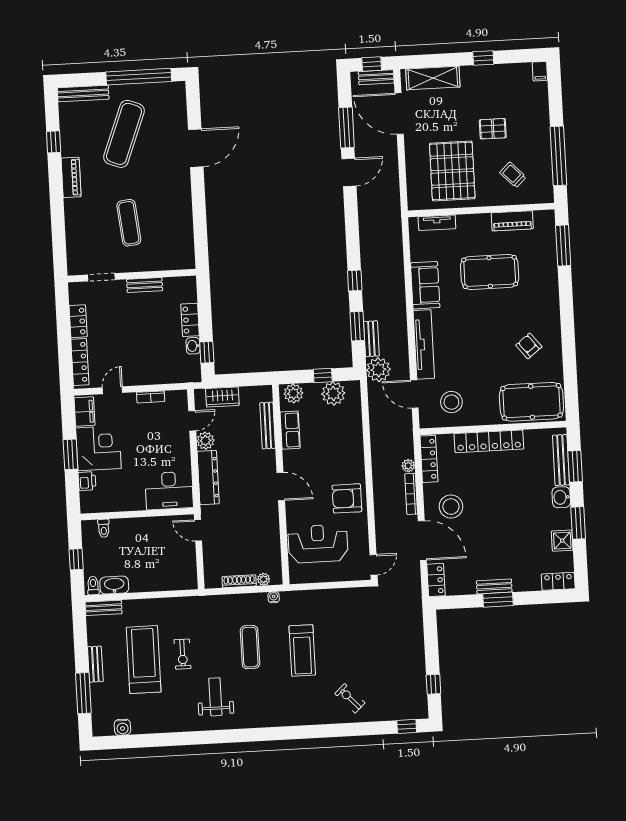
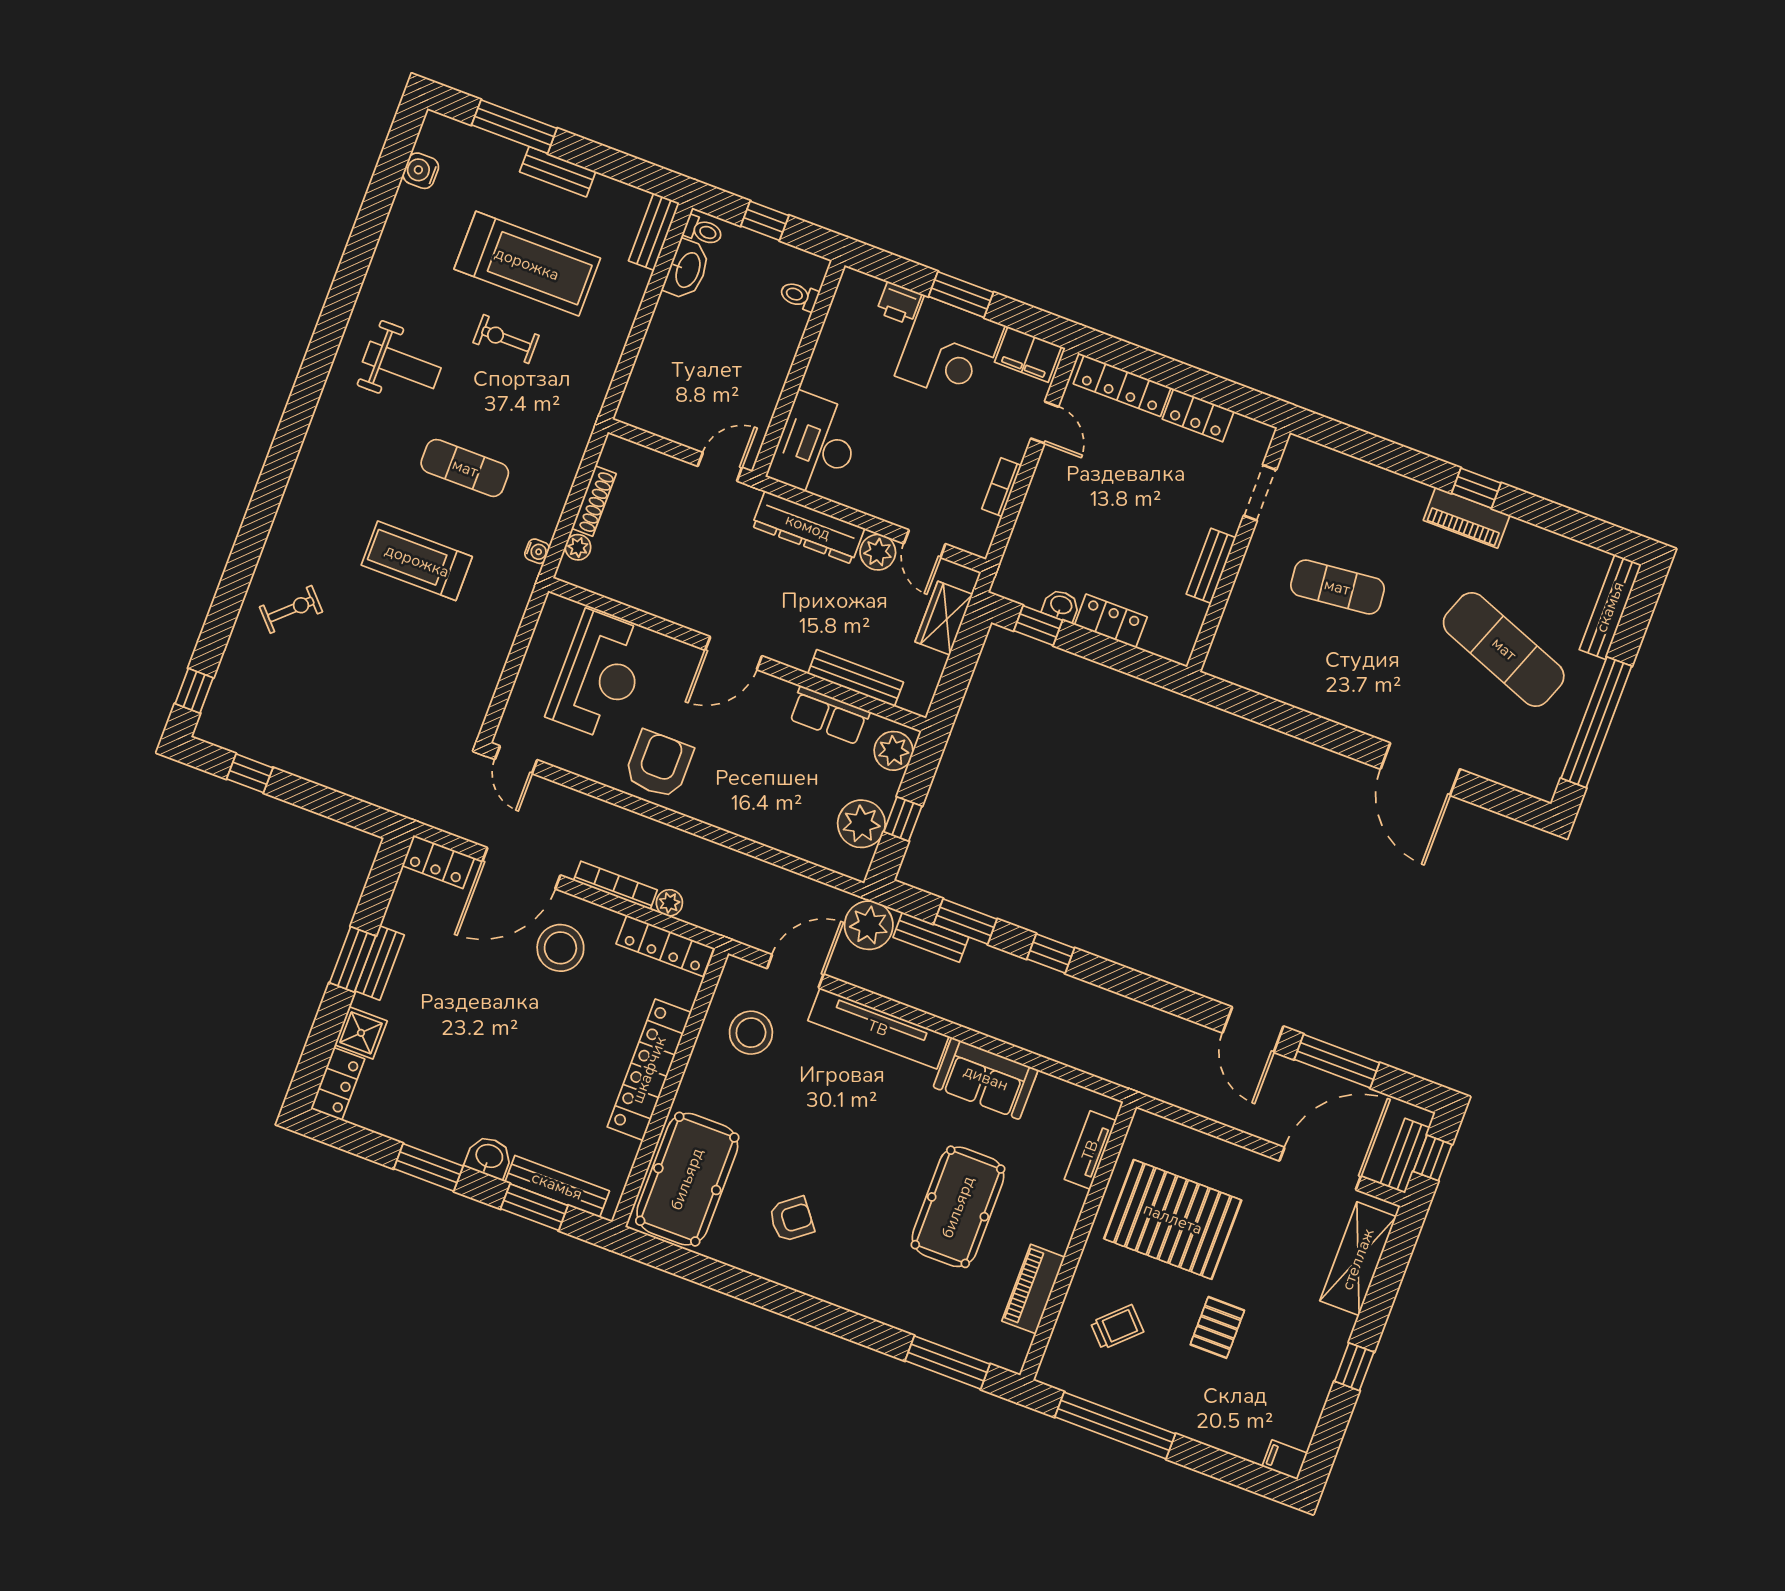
window: (54, 142) -> (1476, 488), moved
shower: (562, 541) -> (361, 1033), moved

